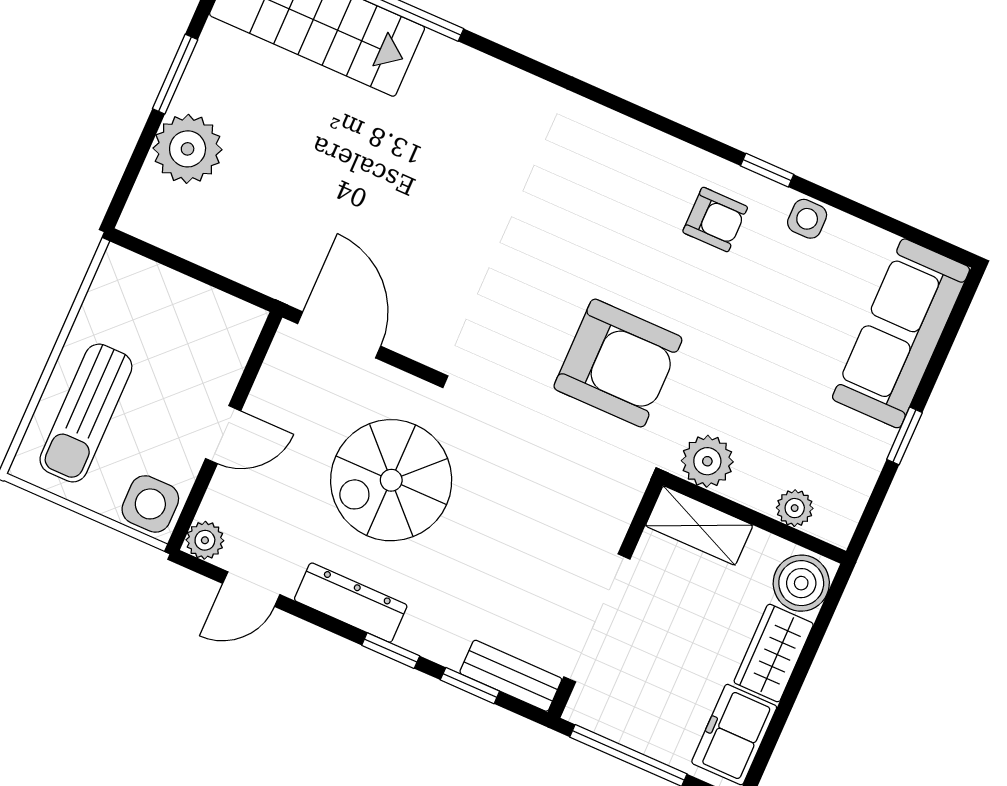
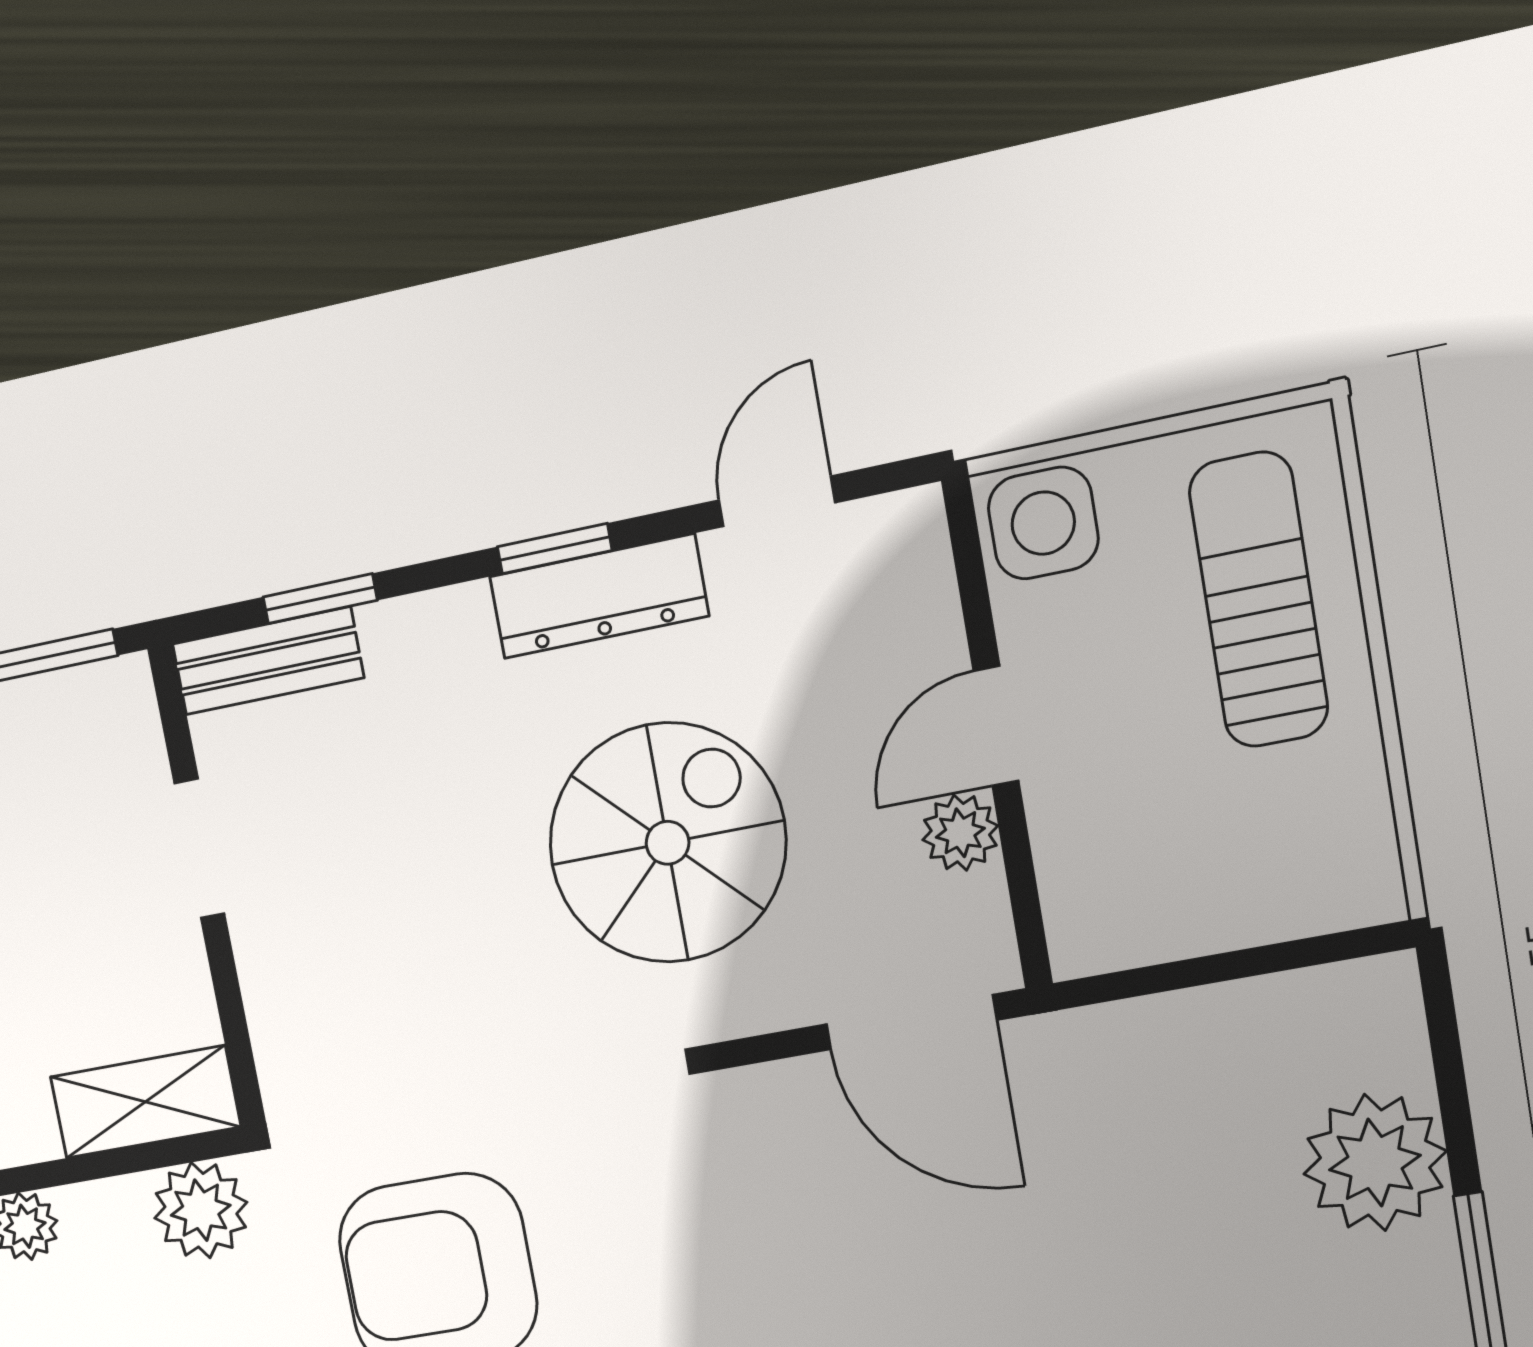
plant: (205, 540) -> (960, 833), moved
doorway: (597, 618) -> (200, 848), width x0.53
window: (391, 651) -> (555, 549), moved

